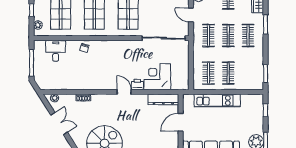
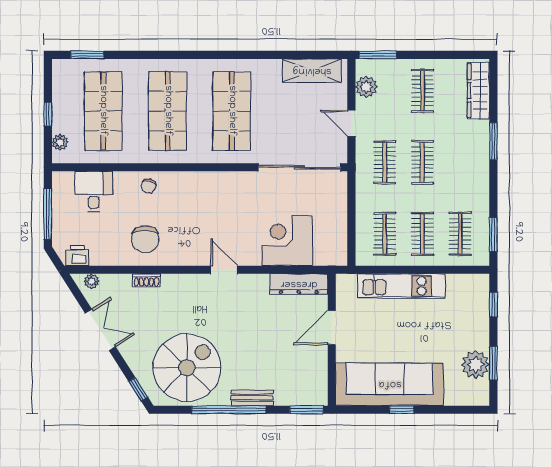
clothes rail: (248, 36) -> (460, 234), moved
chair: (83, 76) -> (145, 239), added
printer: (137, 85) -> (77, 256), moved

